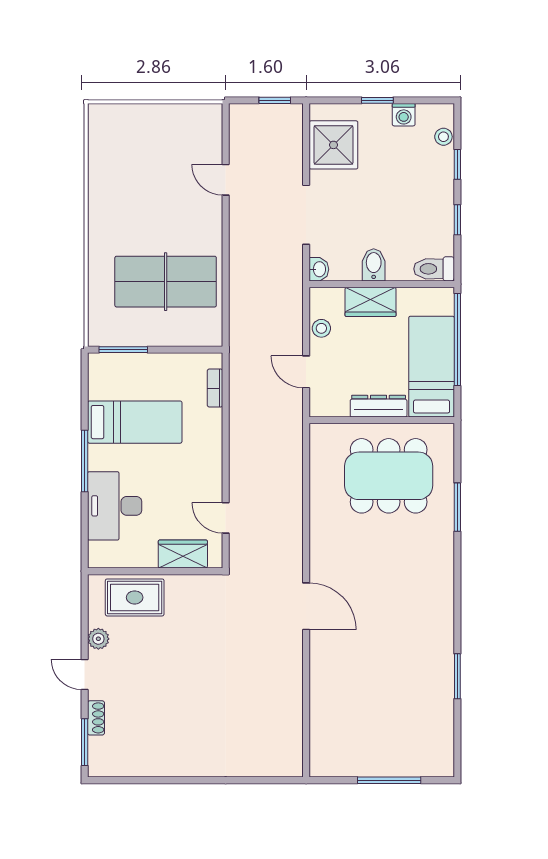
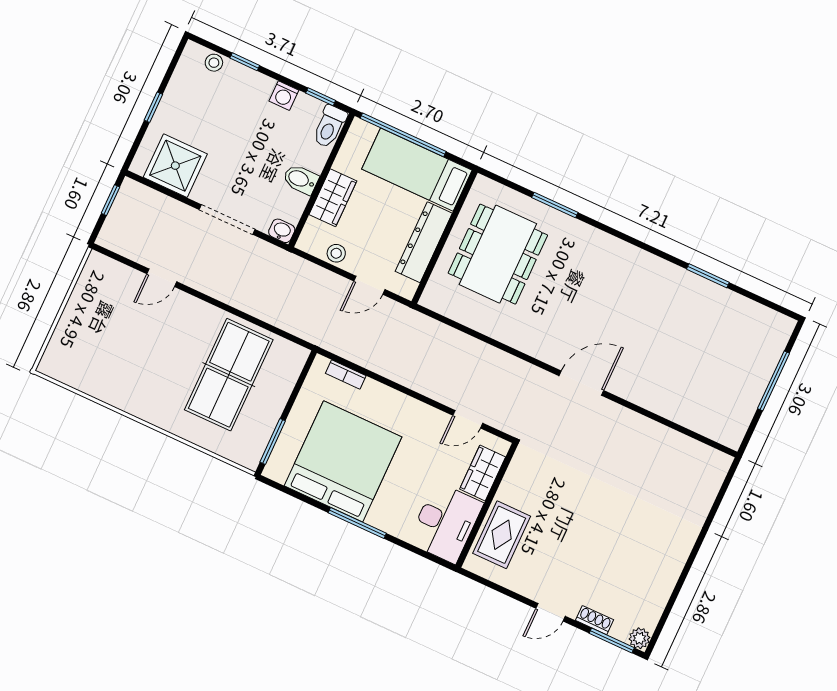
washing machine: (404, 115) -> (284, 96), moved, turned 90
window: (457, 220) -> (321, 97), moved
dresser: (379, 406) -> (424, 242), width x1.37, depth x1.24
bed: (135, 422) -> (343, 461), width x2.04
desk: (115, 506) -> (446, 523), moved, turned -90
plant: (98, 639) -> (639, 638), moved

